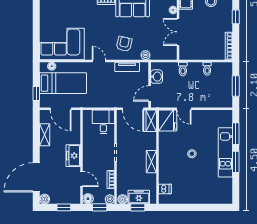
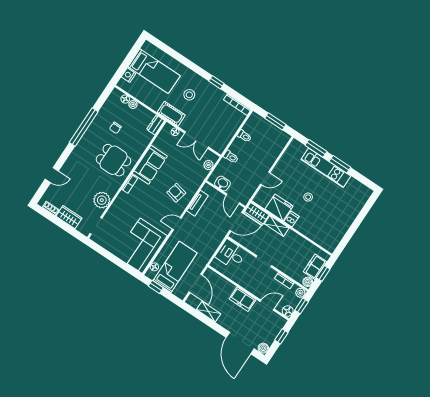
plant: (146, 55) -> (208, 165), moved
window: (36, 94) -> (156, 287), moved
door: (61, 109) -> (196, 283), hinge flipped
fridge: (168, 120) -> (279, 207), moved
shelving: (151, 162) -> (277, 226), moved
dishwasher: (165, 189) -> (291, 219), moved

